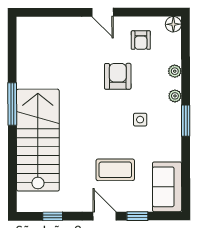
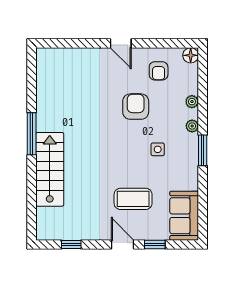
stairs: (38, 140) -> (50, 169), width x0.73, depth x0.66

